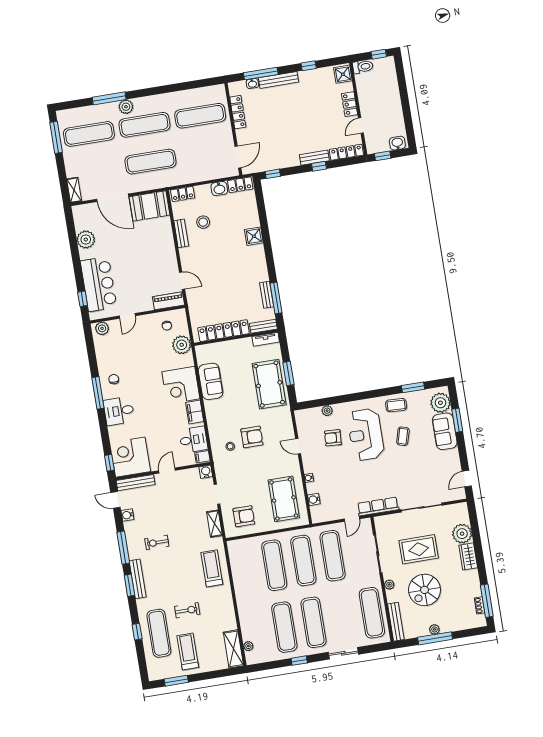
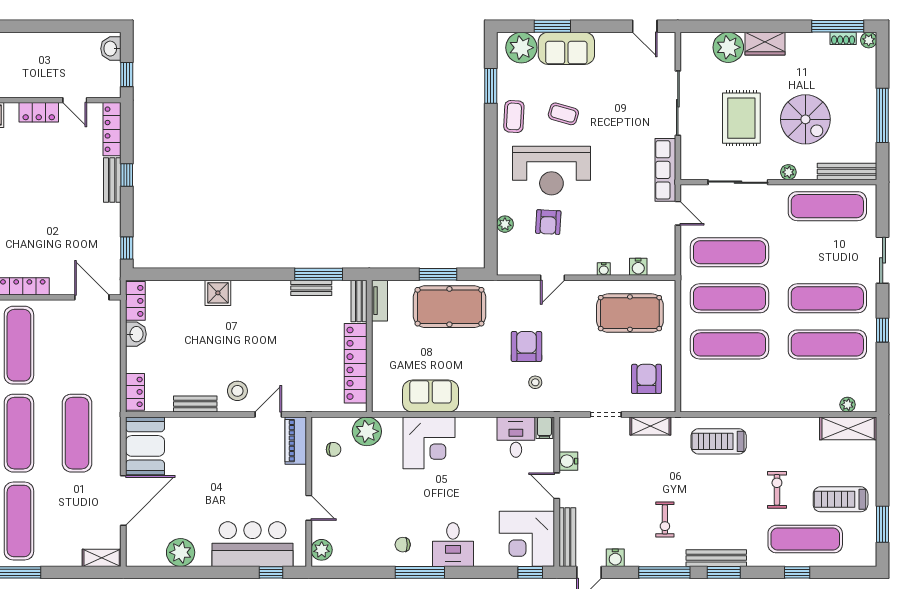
stool: (203, 222) -> (237, 391), moved
filing cabinet: (195, 412) -> (474, 428), removed
water cooler: (206, 472) -> (568, 461), moved
plant: (434, 629) -> (869, 40), moved

